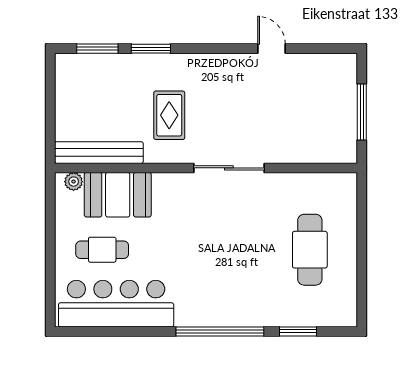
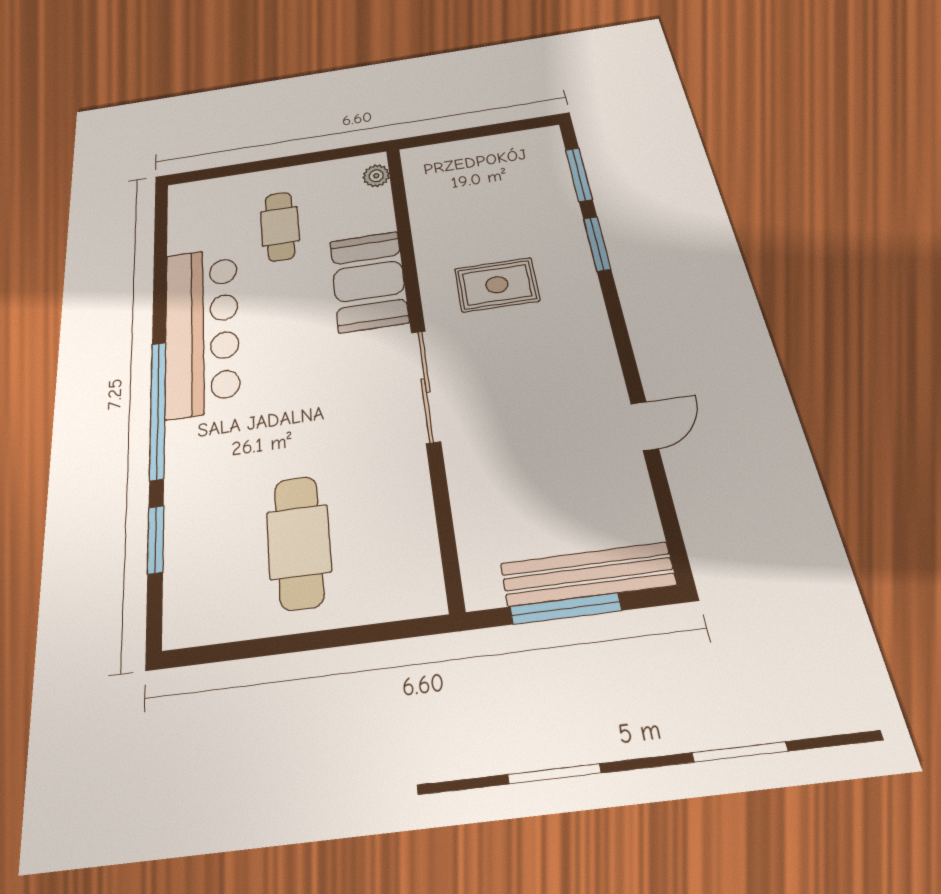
bench: (99, 153) -> (587, 574), moved, turned 90
booth: (118, 195) -> (369, 281), moved
cafe table: (310, 250) -> (299, 542), turned 90
bar counter: (116, 304) -> (202, 329), moved

